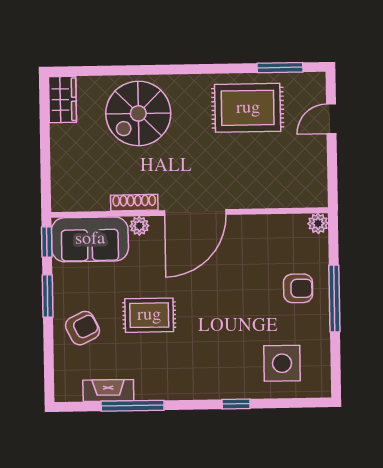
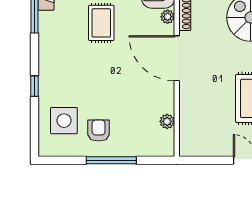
plant: (318, 223) -> (167, 121), moved
armchair: (298, 288) -> (99, 130), moved, turned 180

